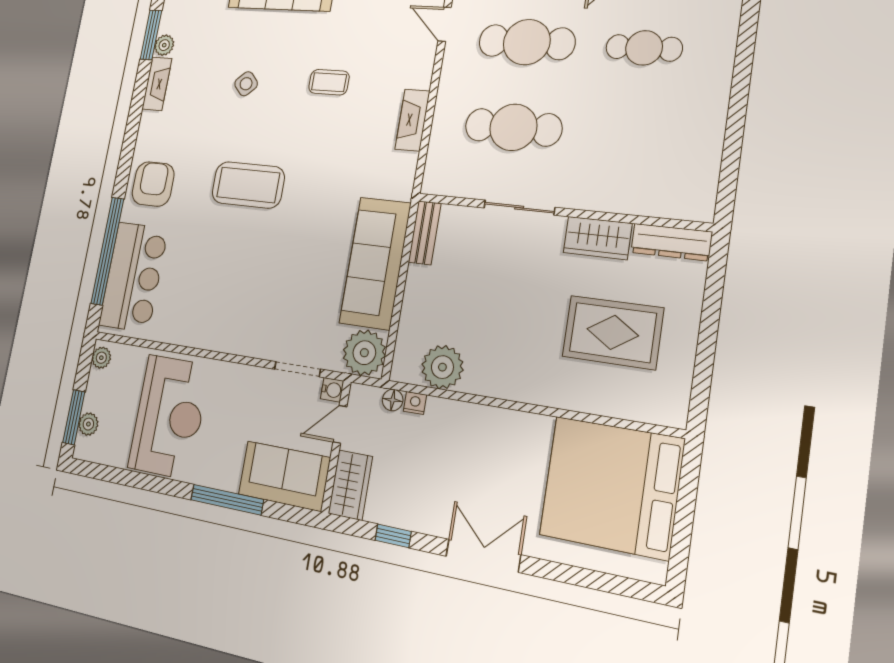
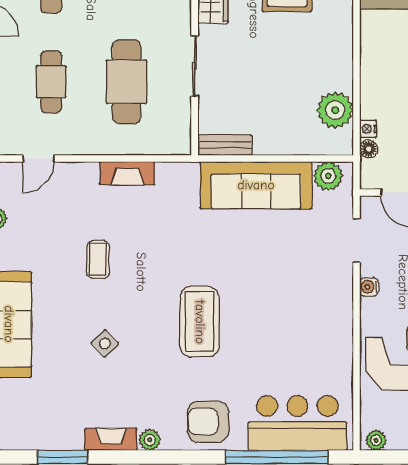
cafe table: (527, 42) -> (51, 82), width x0.73, depth x0.74
plant: (164, 45) -> (150, 440), moved
plant: (364, 353) -> (328, 176), width x0.73, depth x0.73
water cooler: (332, 390) -> (369, 287), moved, turned -90

